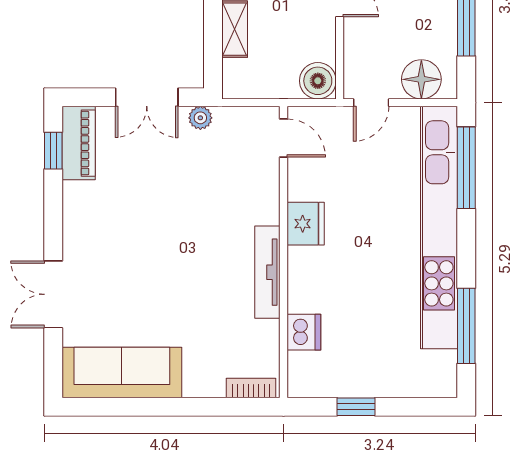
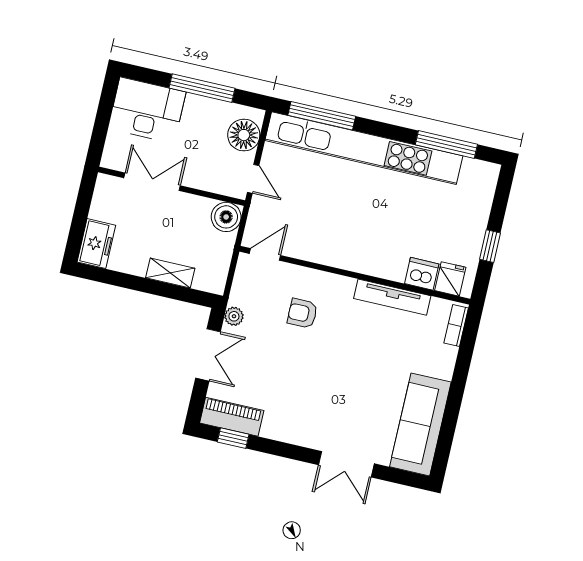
armchair: (223, 199) -> (302, 313), added
fridge: (306, 224) -> (450, 279), moved, width x0.72
tv unit: (267, 272) -> (392, 297), moved

